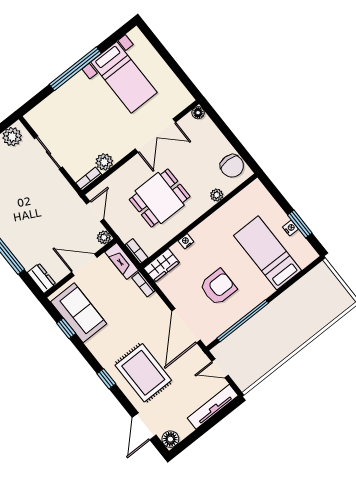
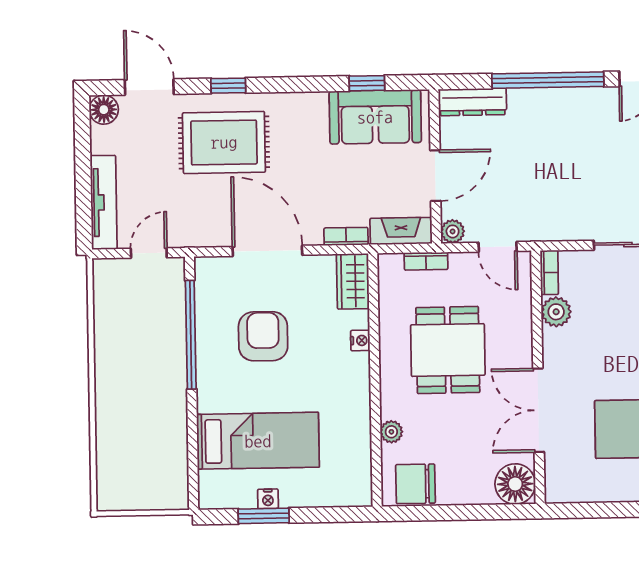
floor lamp: (198, 113) -> (515, 484), width x1.89, depth x1.89
bookcase: (136, 251) -> (426, 261), moved
dresser: (42, 278) -> (472, 102), width x1.44
armchair: (218, 287) -> (263, 336), turned 180
door: (186, 326) -> (267, 251), moved
window: (106, 379) -> (228, 86), moved

